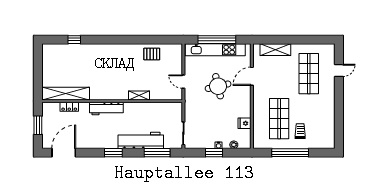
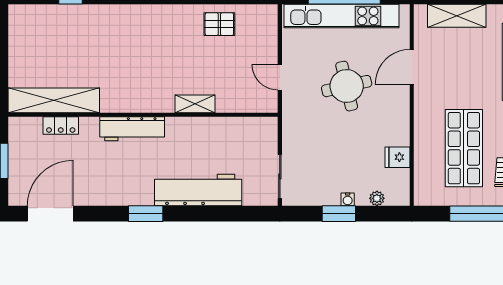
window: (157, 153) -> (230, 214), removed

